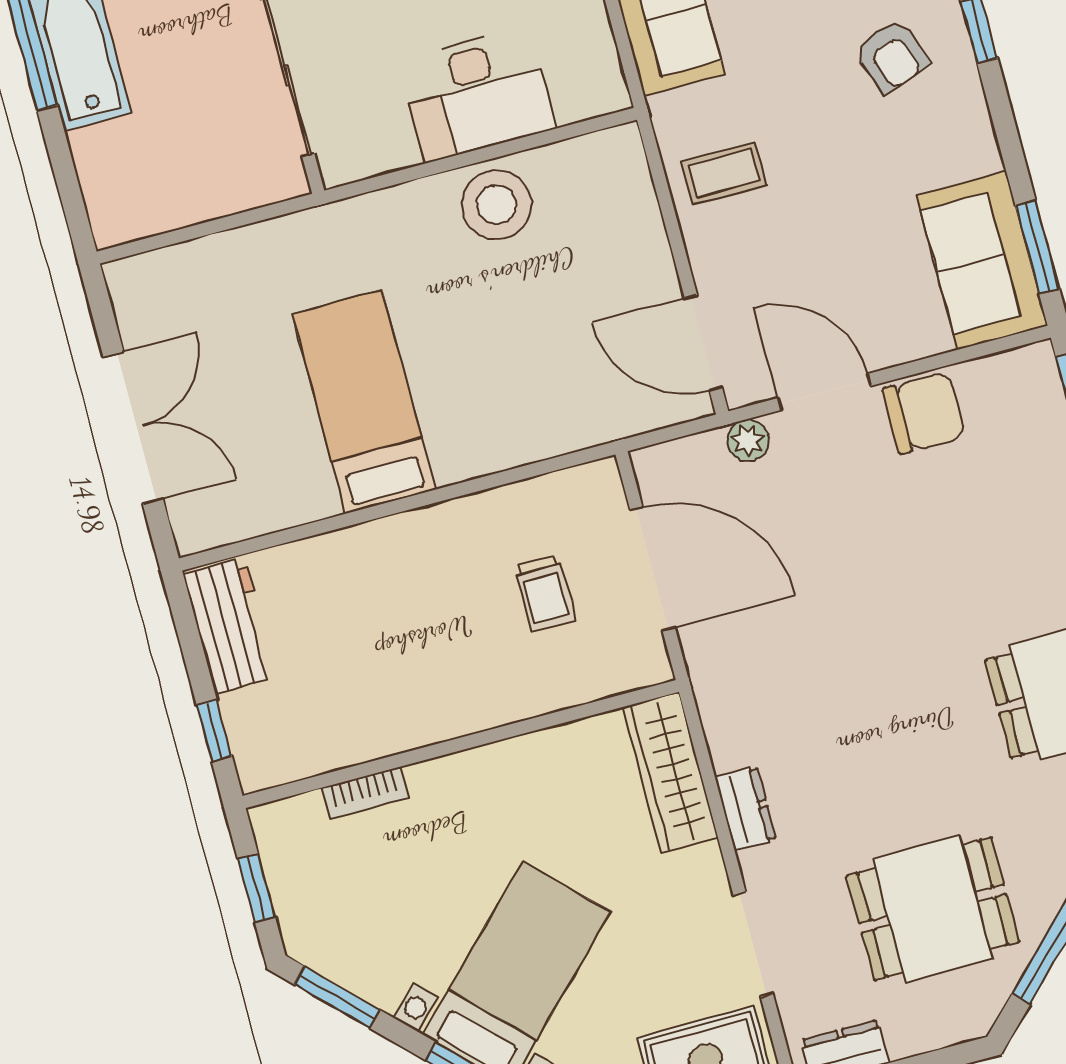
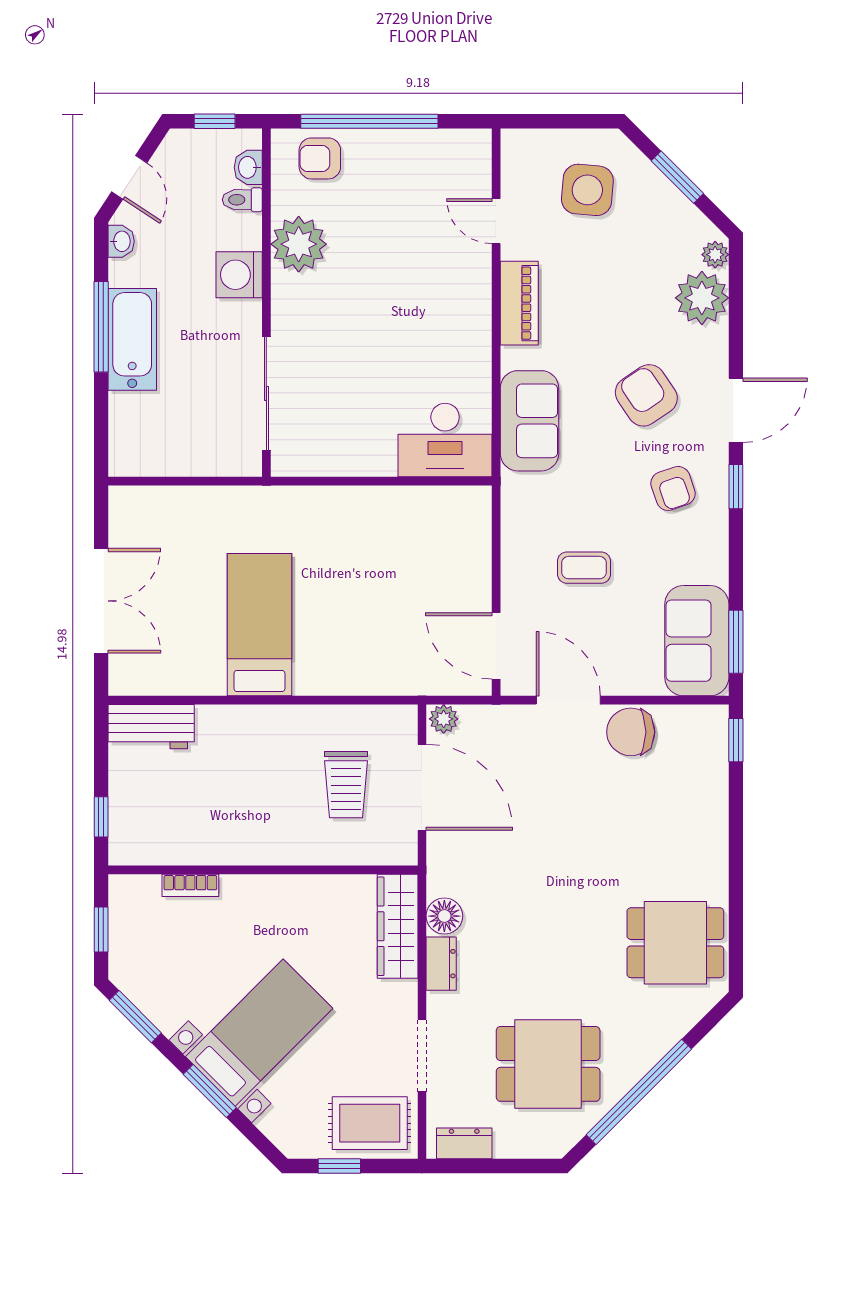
desk: (477, 95) -> (445, 440), moved
coffee table: (724, 173) -> (584, 568), moved
stool: (496, 205) -> (383, 517), removed
chair: (924, 413) -> (631, 732), turned 180
plant: (748, 440) -> (444, 719), moved
trolley: (545, 593) -> (346, 785), width x1.36, depth x1.39
workbench: (230, 626) -> (151, 727), moved, turned 90
floor lamp: (732, 740) -> (444, 916), added

